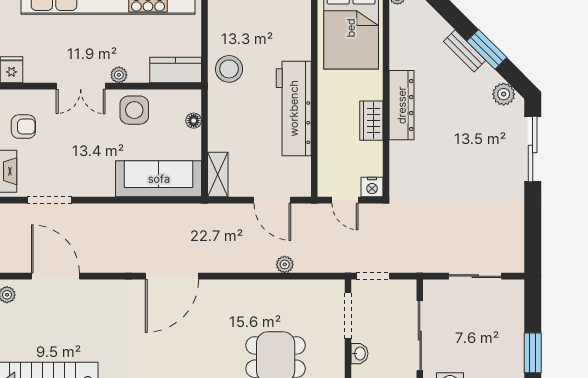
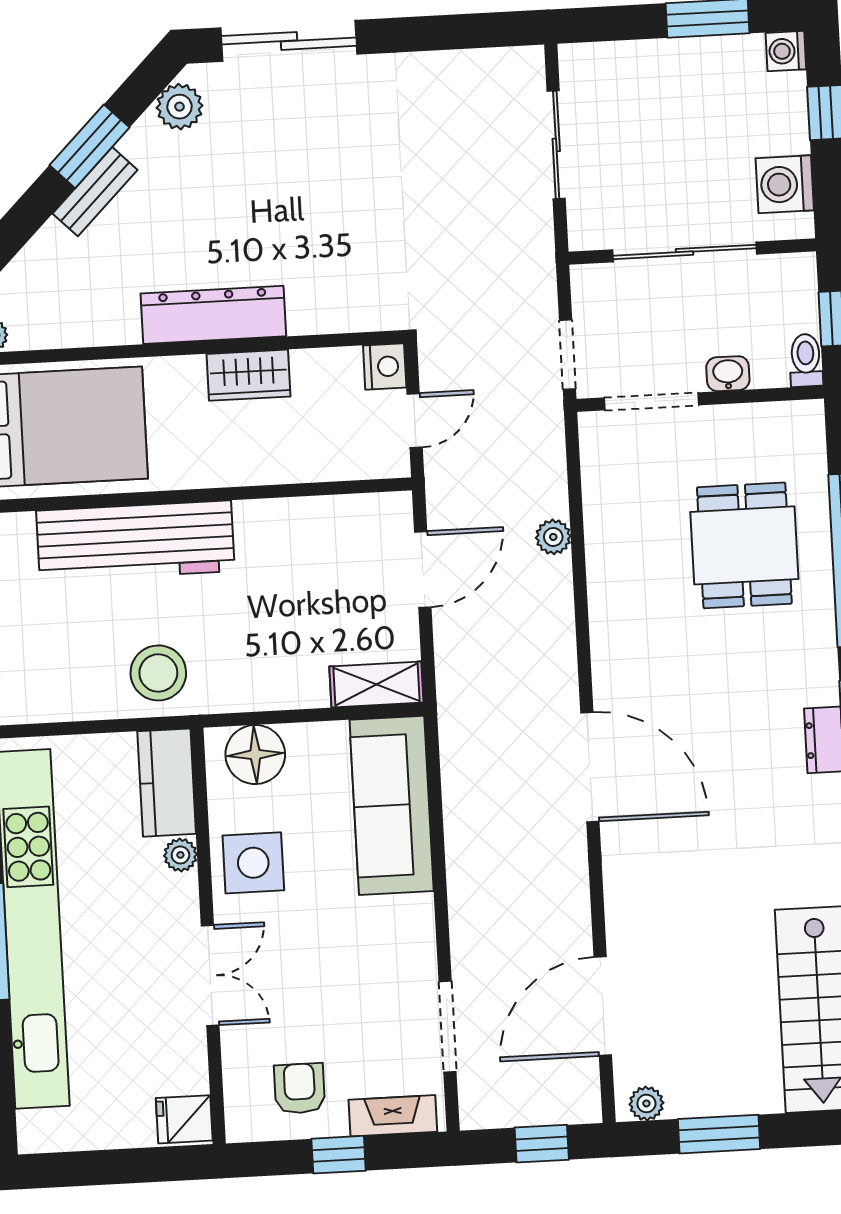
plant: (119, 75) -> (180, 855), moved
workbench: (294, 108) -> (135, 541), moved
floor lamp: (194, 121) -> (255, 755), width x1.89, depth x1.89

